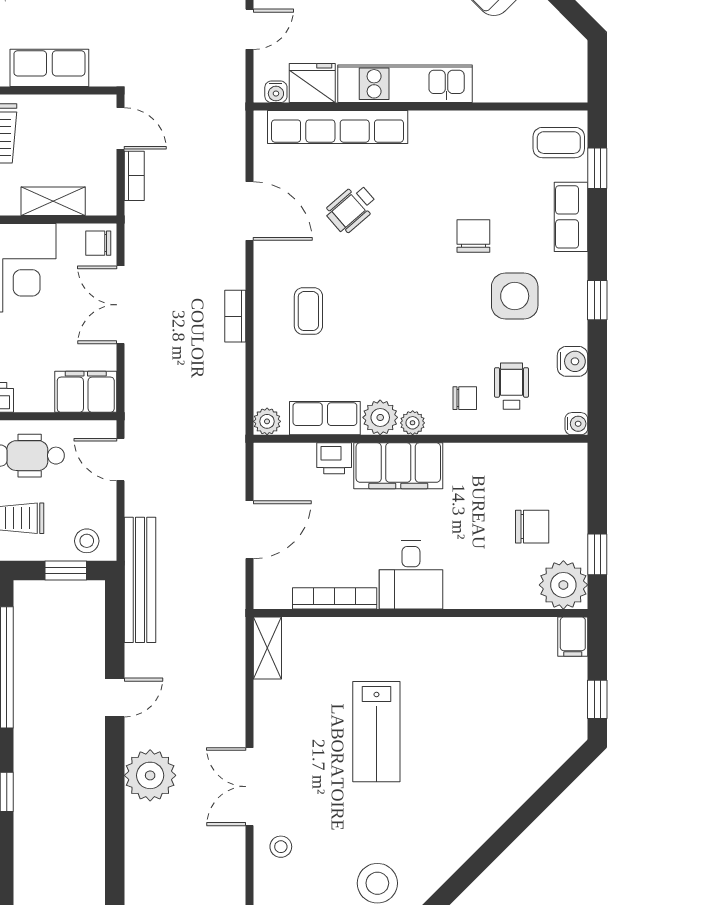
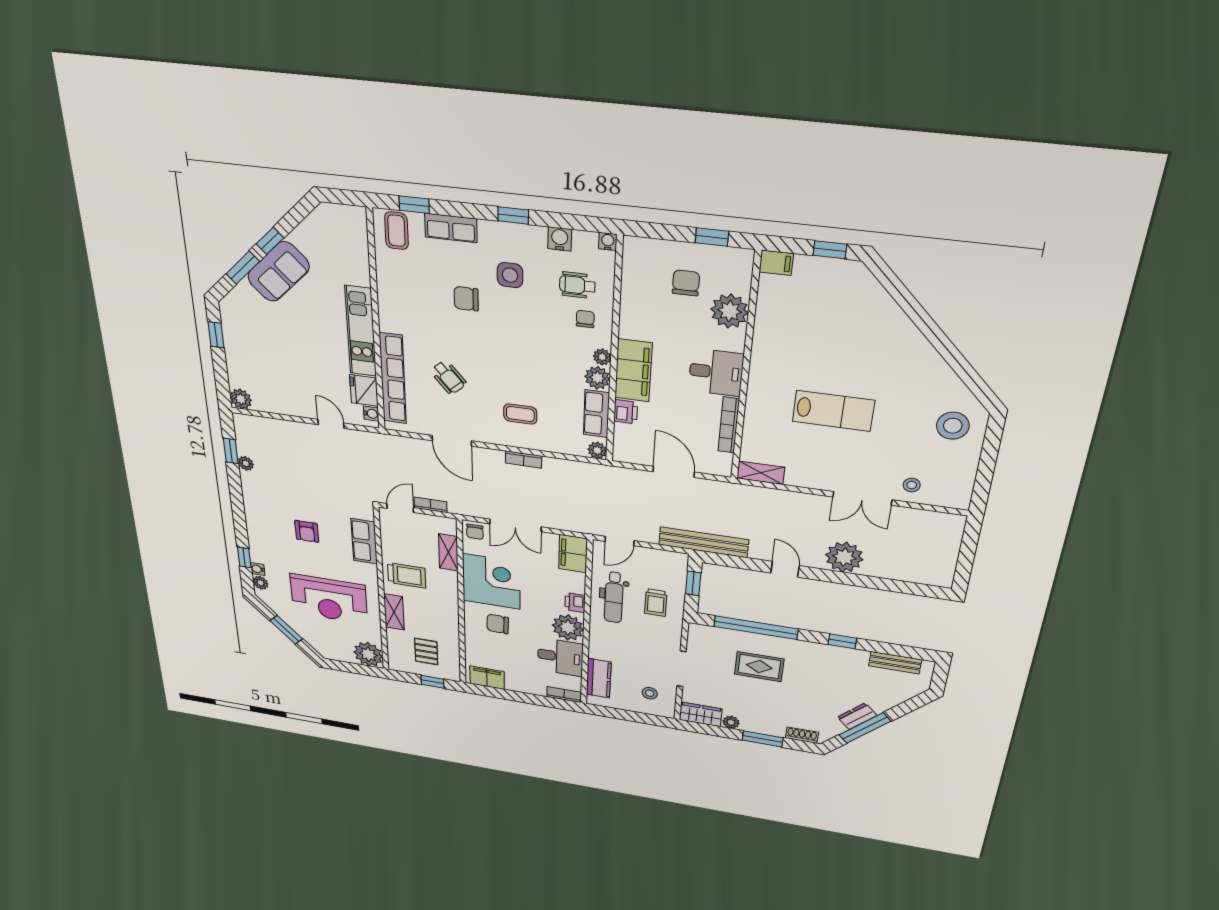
door: (250, 211) -> (452, 441), swing flipped
side table: (515, 296) -> (510, 275), width x0.73, depth x0.73
stool: (87, 541) -> (674, 569), removed
plant: (563, 585) -> (730, 311), moved

